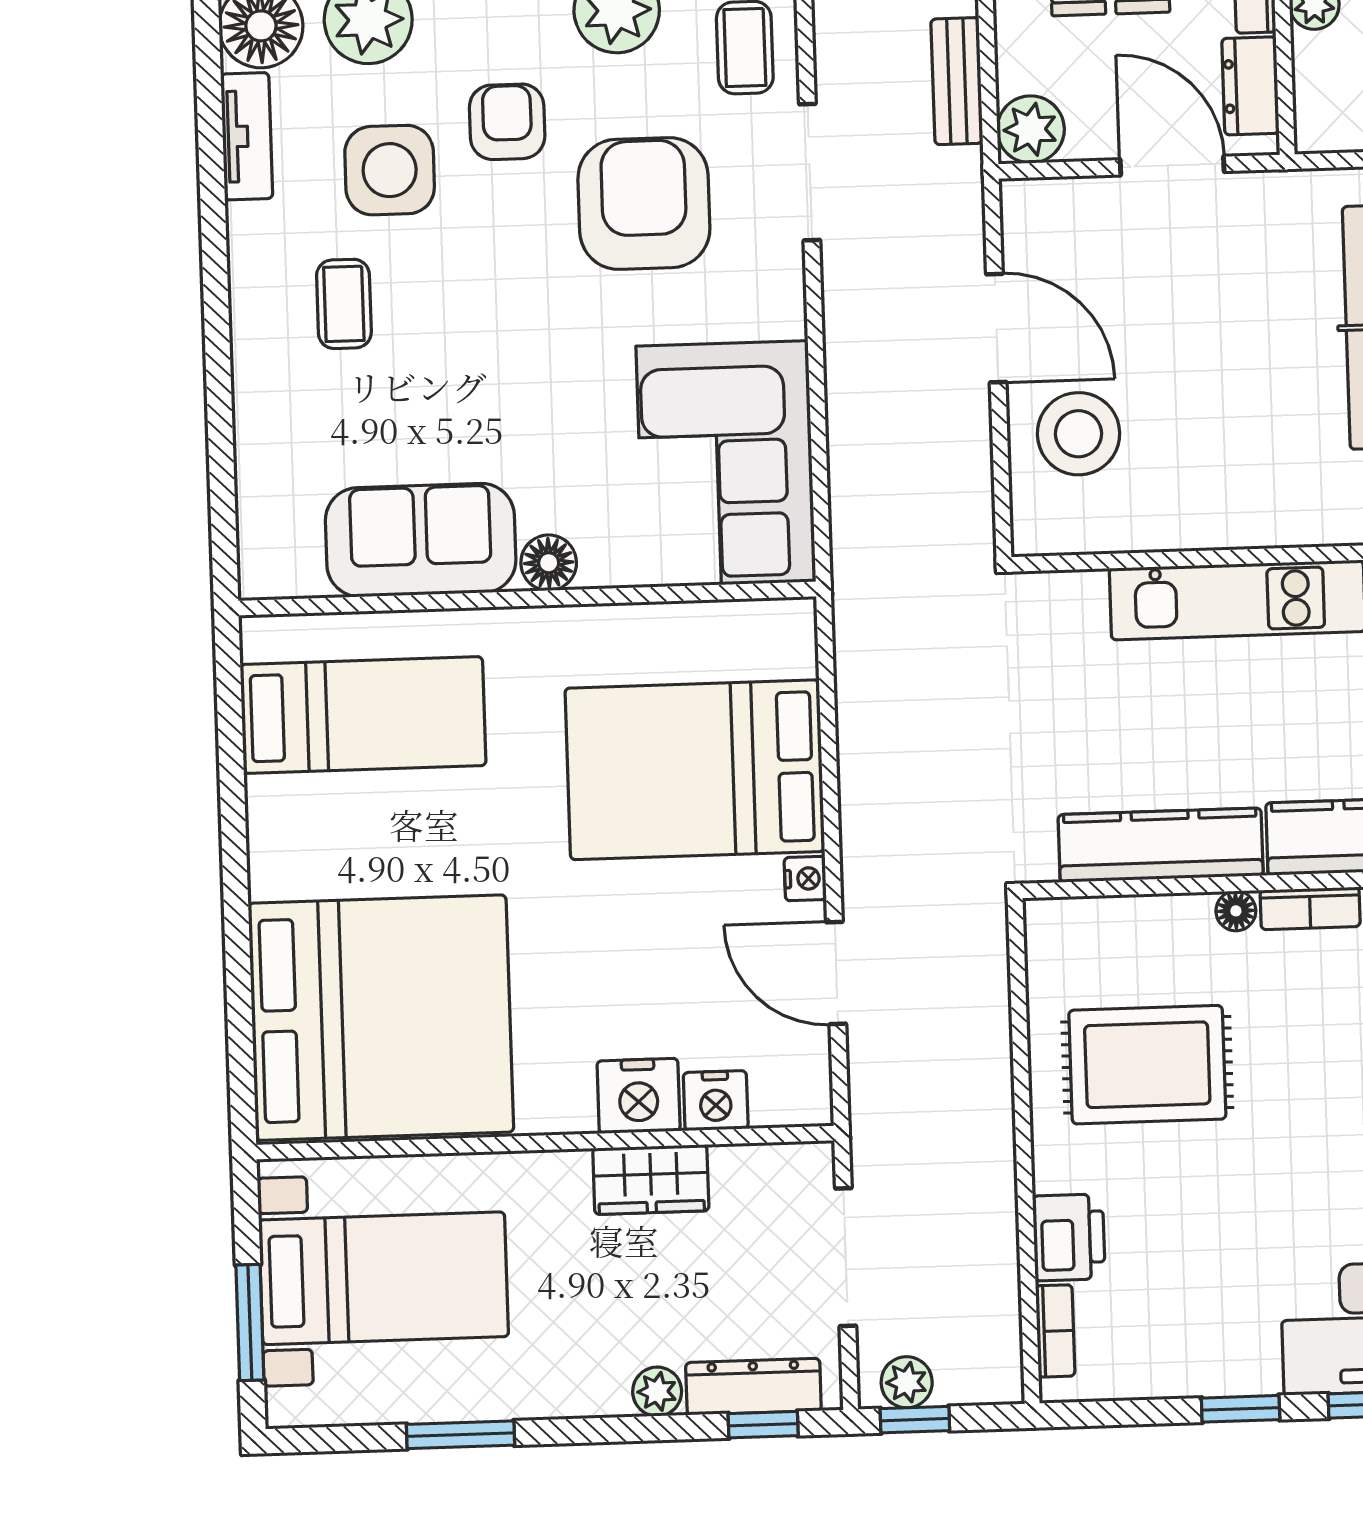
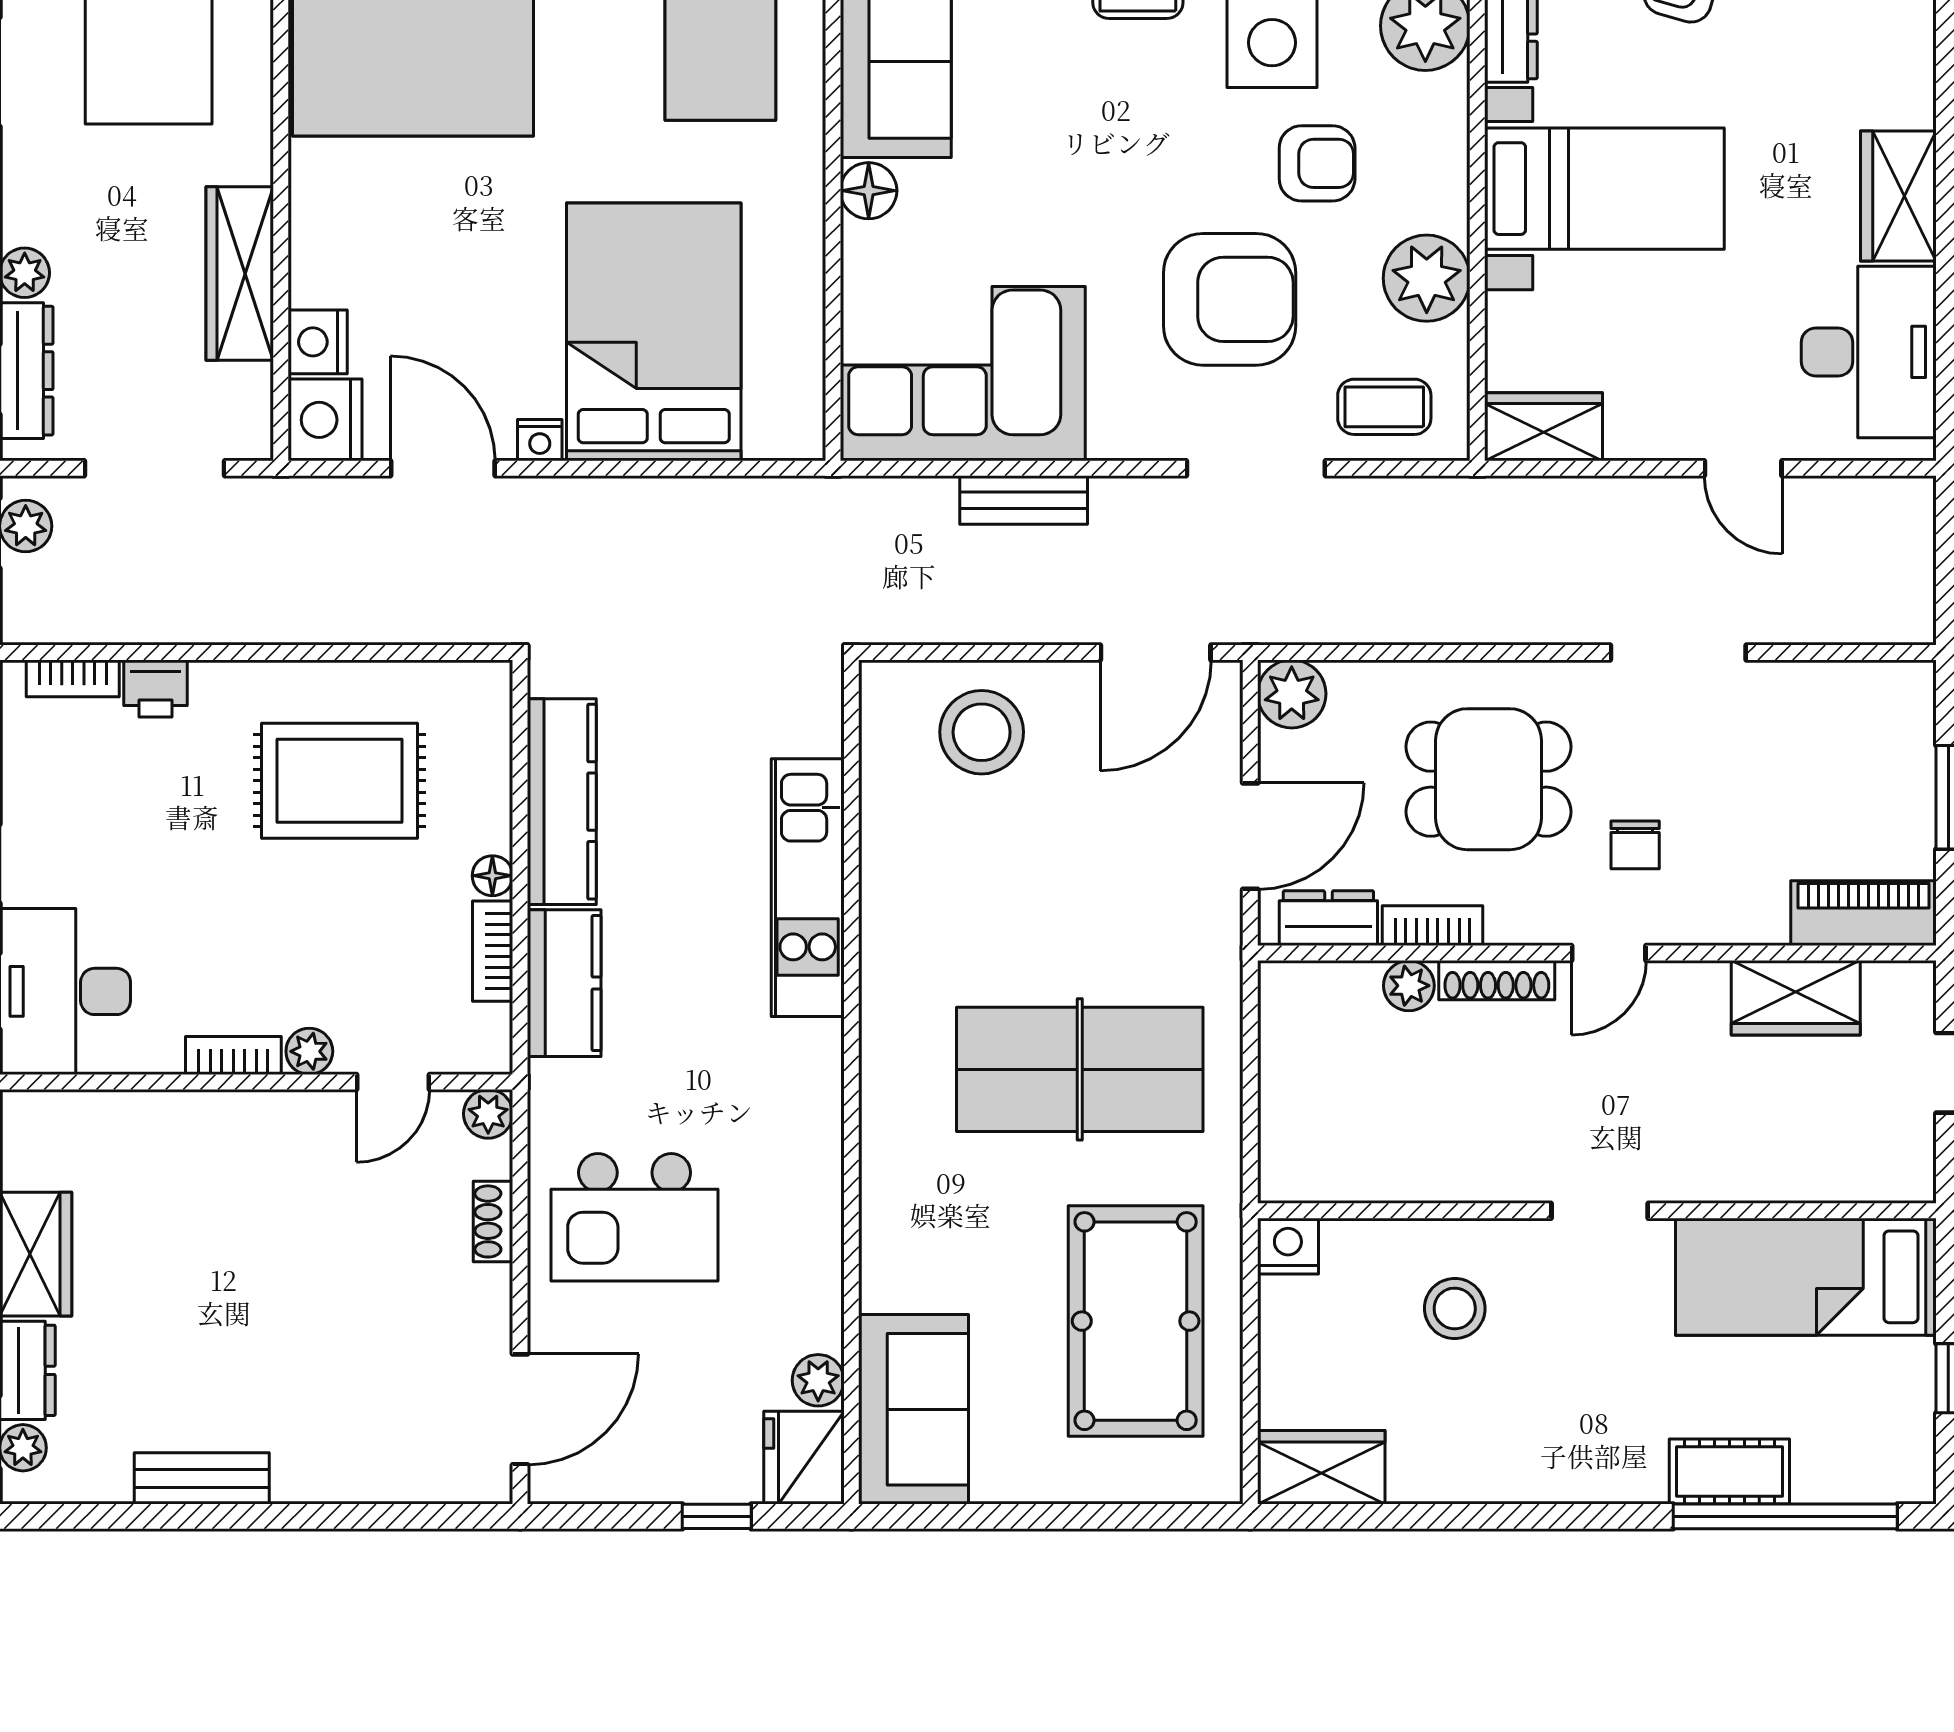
bench: (957, 81) -> (1024, 500), moved
door: (996, 328) -> (1156, 652), moved
door: (836, 973) -> (443, 468), hinge flipped
rug: (1147, 1065) -> (339, 781), turned 90
nightstand: (639, 1096) -> (325, 420), moved
wardrobe: (651, 1180) -> (240, 273), width x1.50
printer: (1069, 1237) -> (156, 688), width x0.73, depth x0.81

